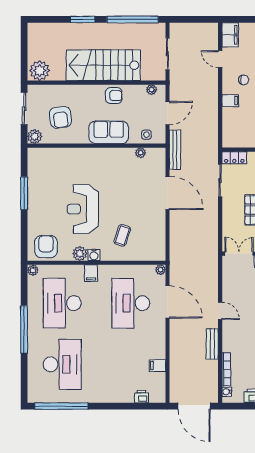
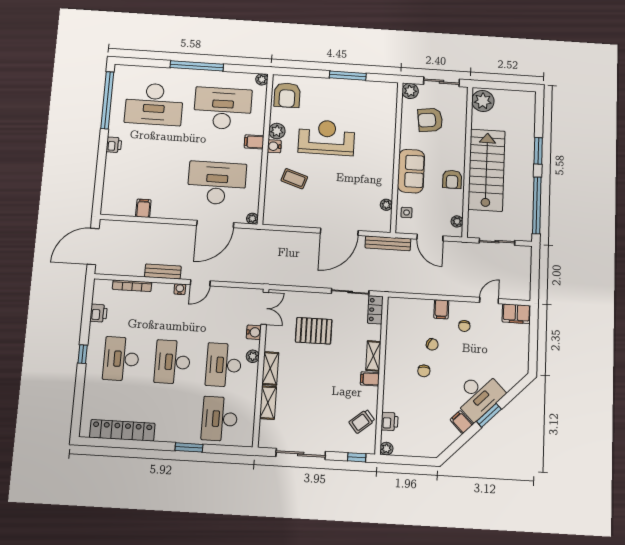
armchair: (46, 247) -> (287, 95), turned 90
water cooler: (227, 392) -> (180, 289), moved
printer: (141, 397) -> (114, 145), moved

